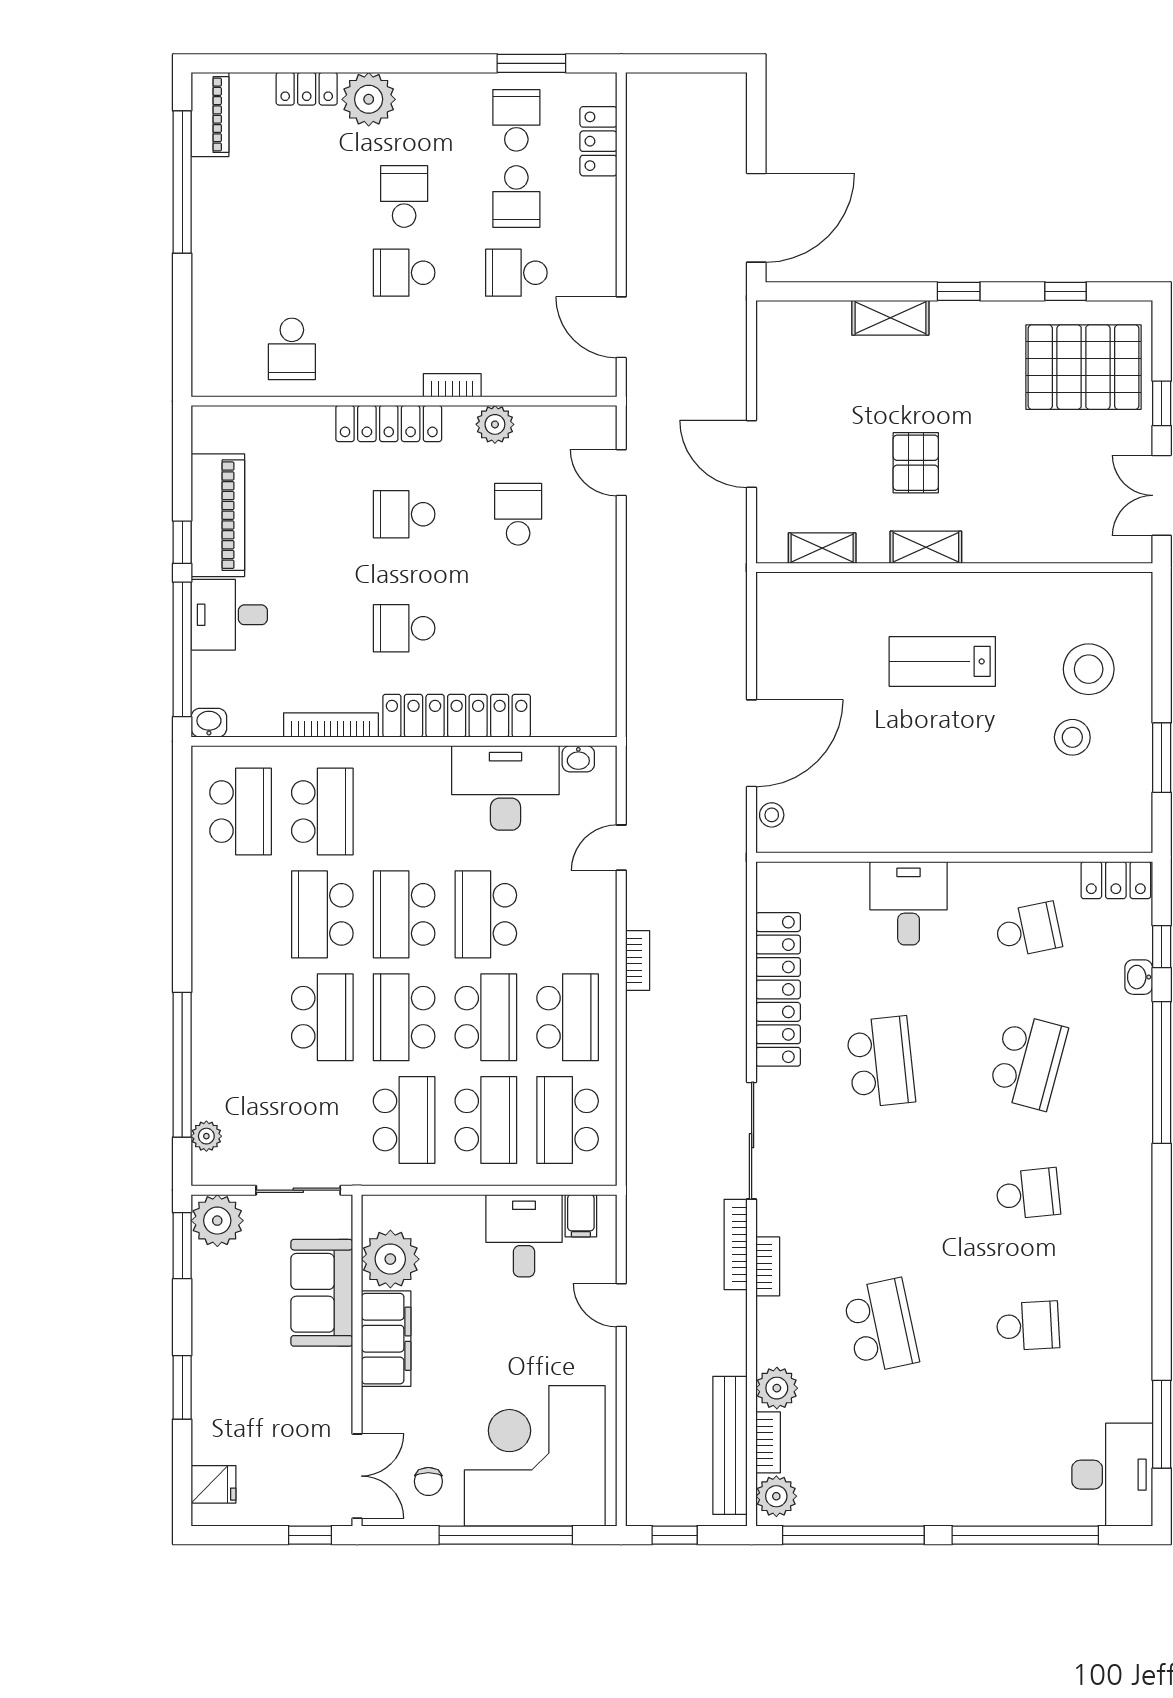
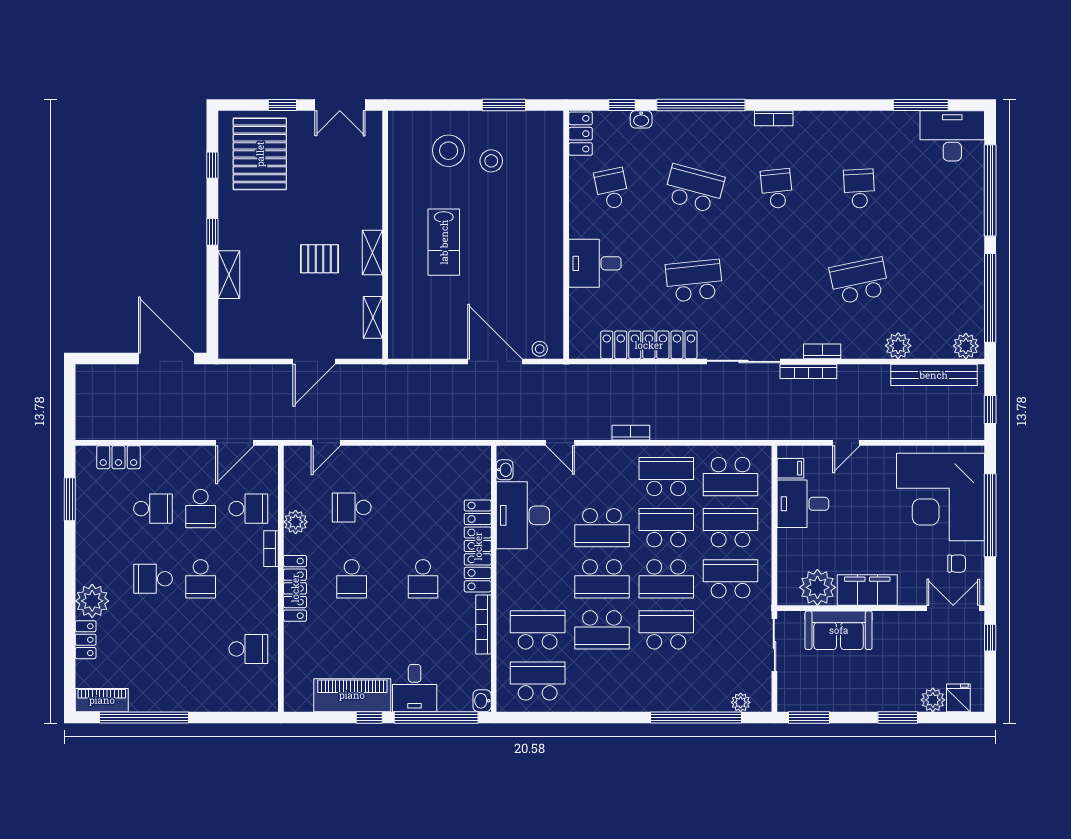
school desk: (516, 120) -> (248, 509), moved, turned 180
plant: (217, 1221) -> (933, 700), moved, width x0.73, depth x0.73
bookcase: (768, 1442) -> (774, 118), moved, turned 180

